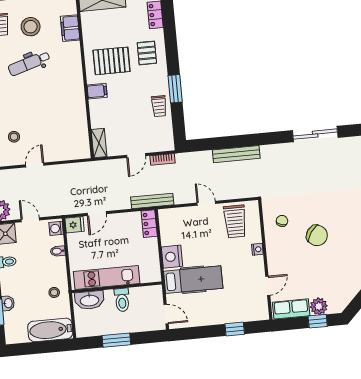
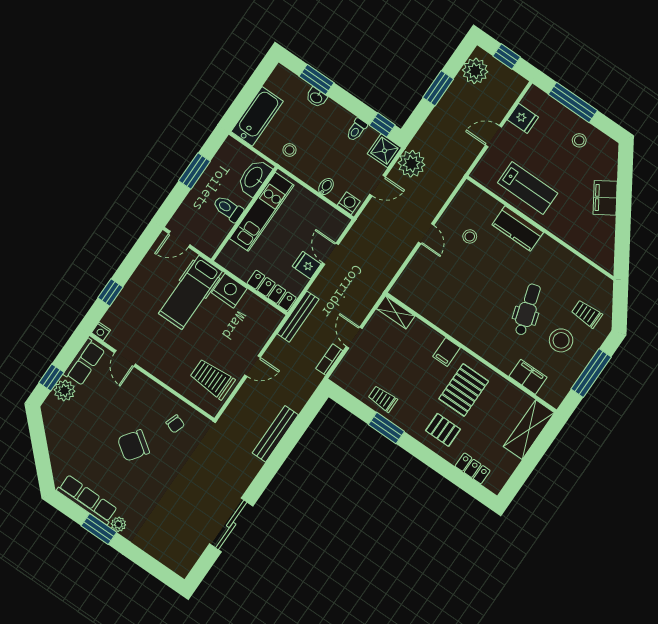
locker: (149, 224) -> (272, 290), width x1.53
fridge: (75, 225) -> (307, 265), moved, turned 90
nightstand: (257, 249) -> (101, 331), moved

